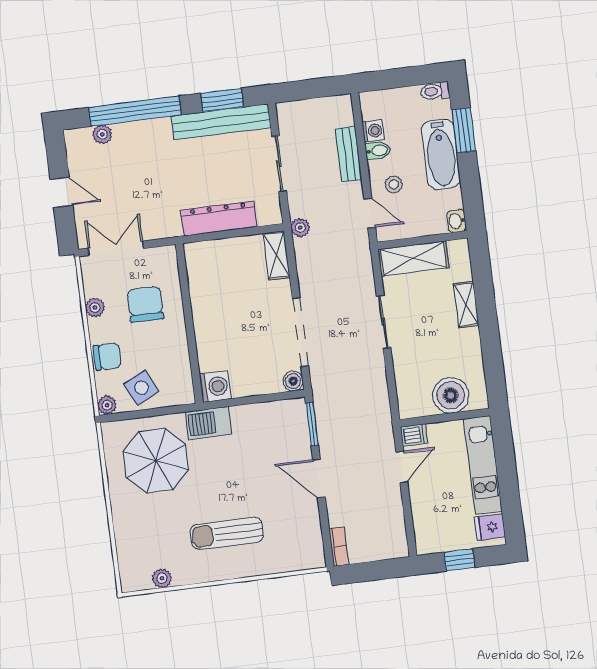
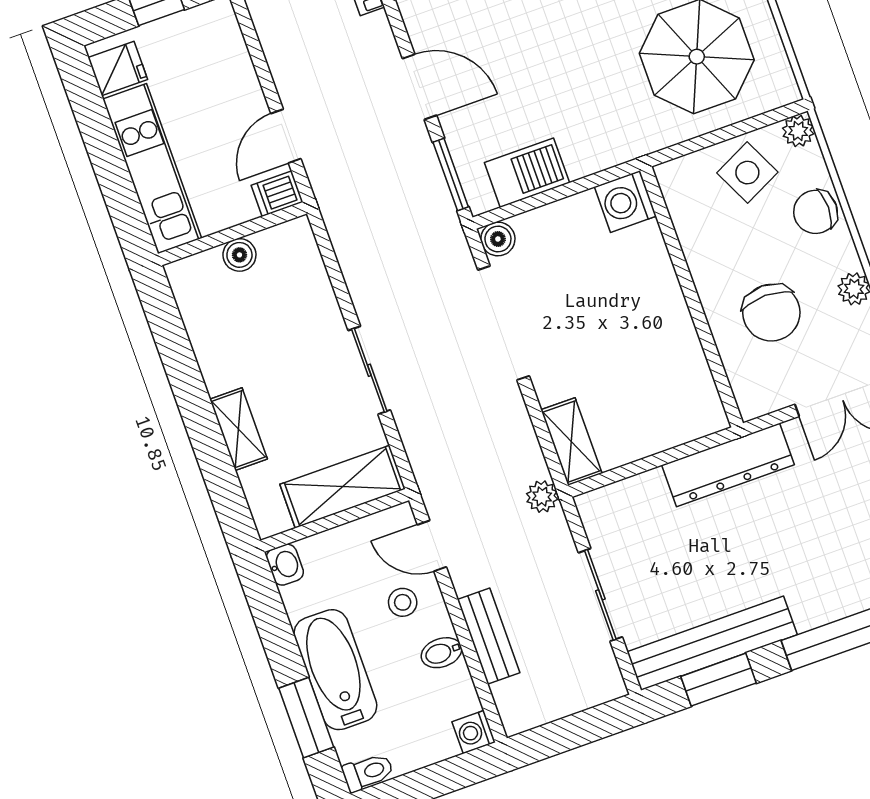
washing machine: (373, 131) -> (474, 732), moved
dresser: (219, 219) -> (728, 465), moved
boiler: (451, 395) -> (239, 255), width x0.54, depth x0.54
barbecue: (208, 423) -> (527, 173), moved

